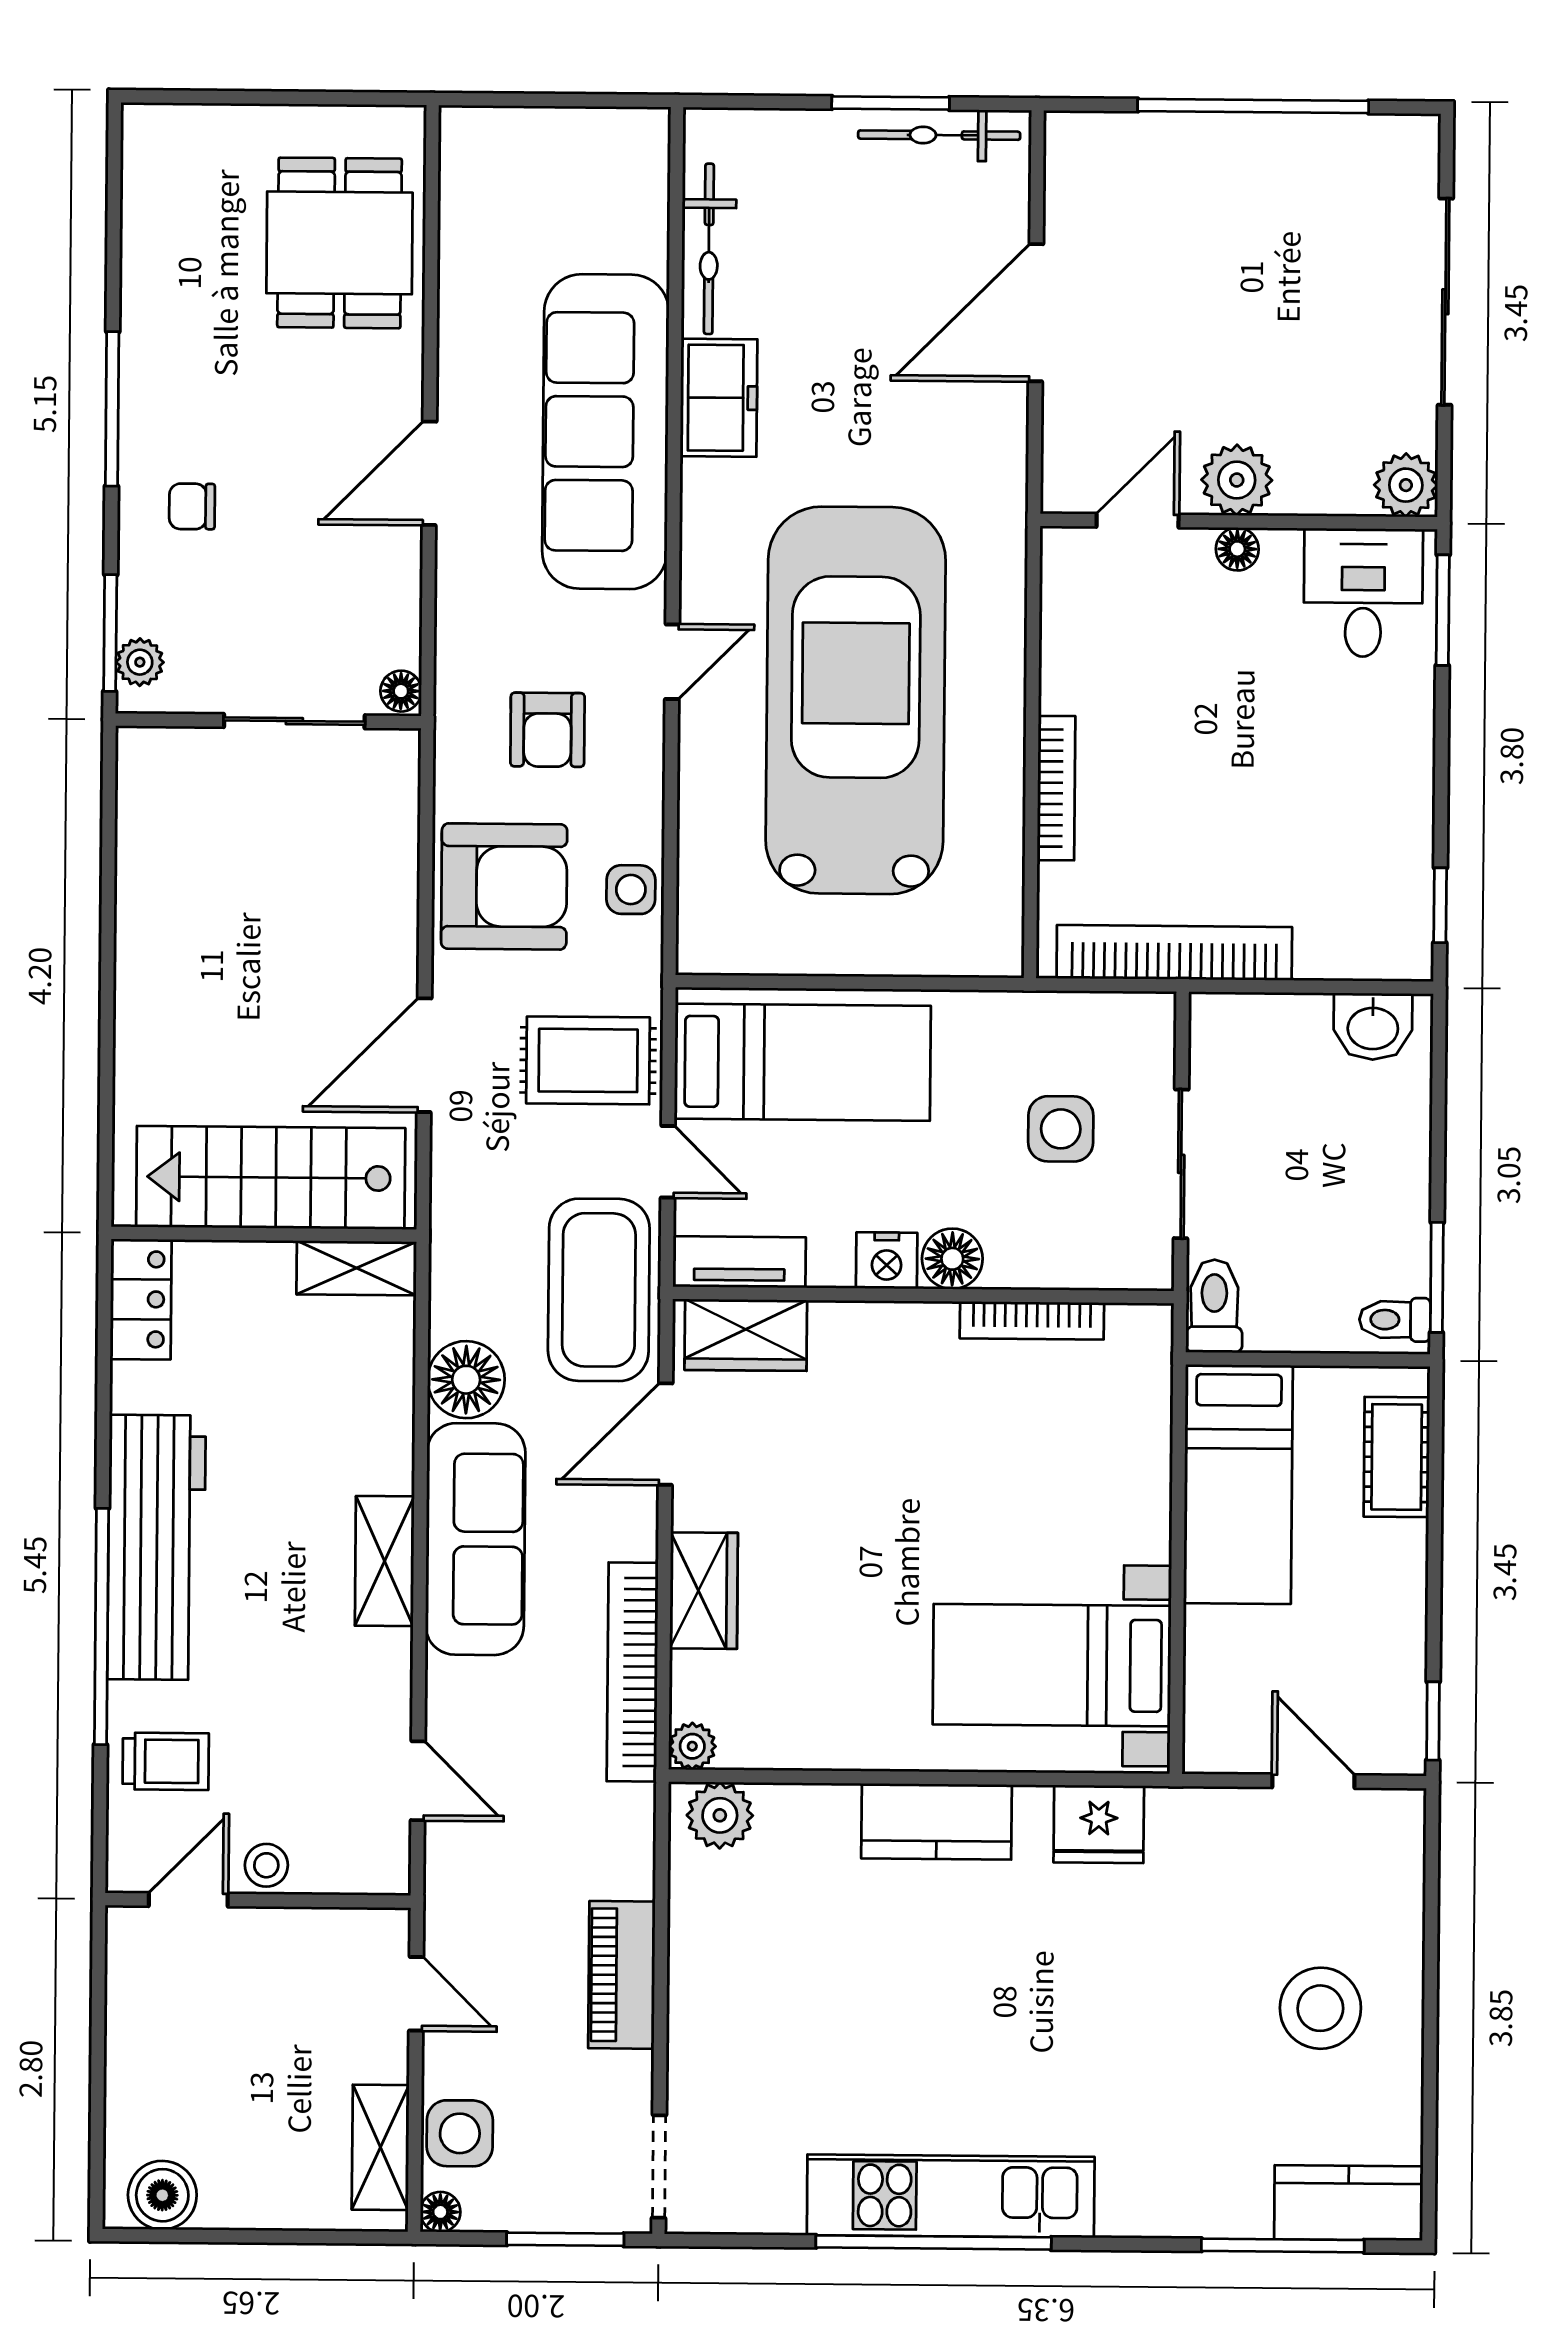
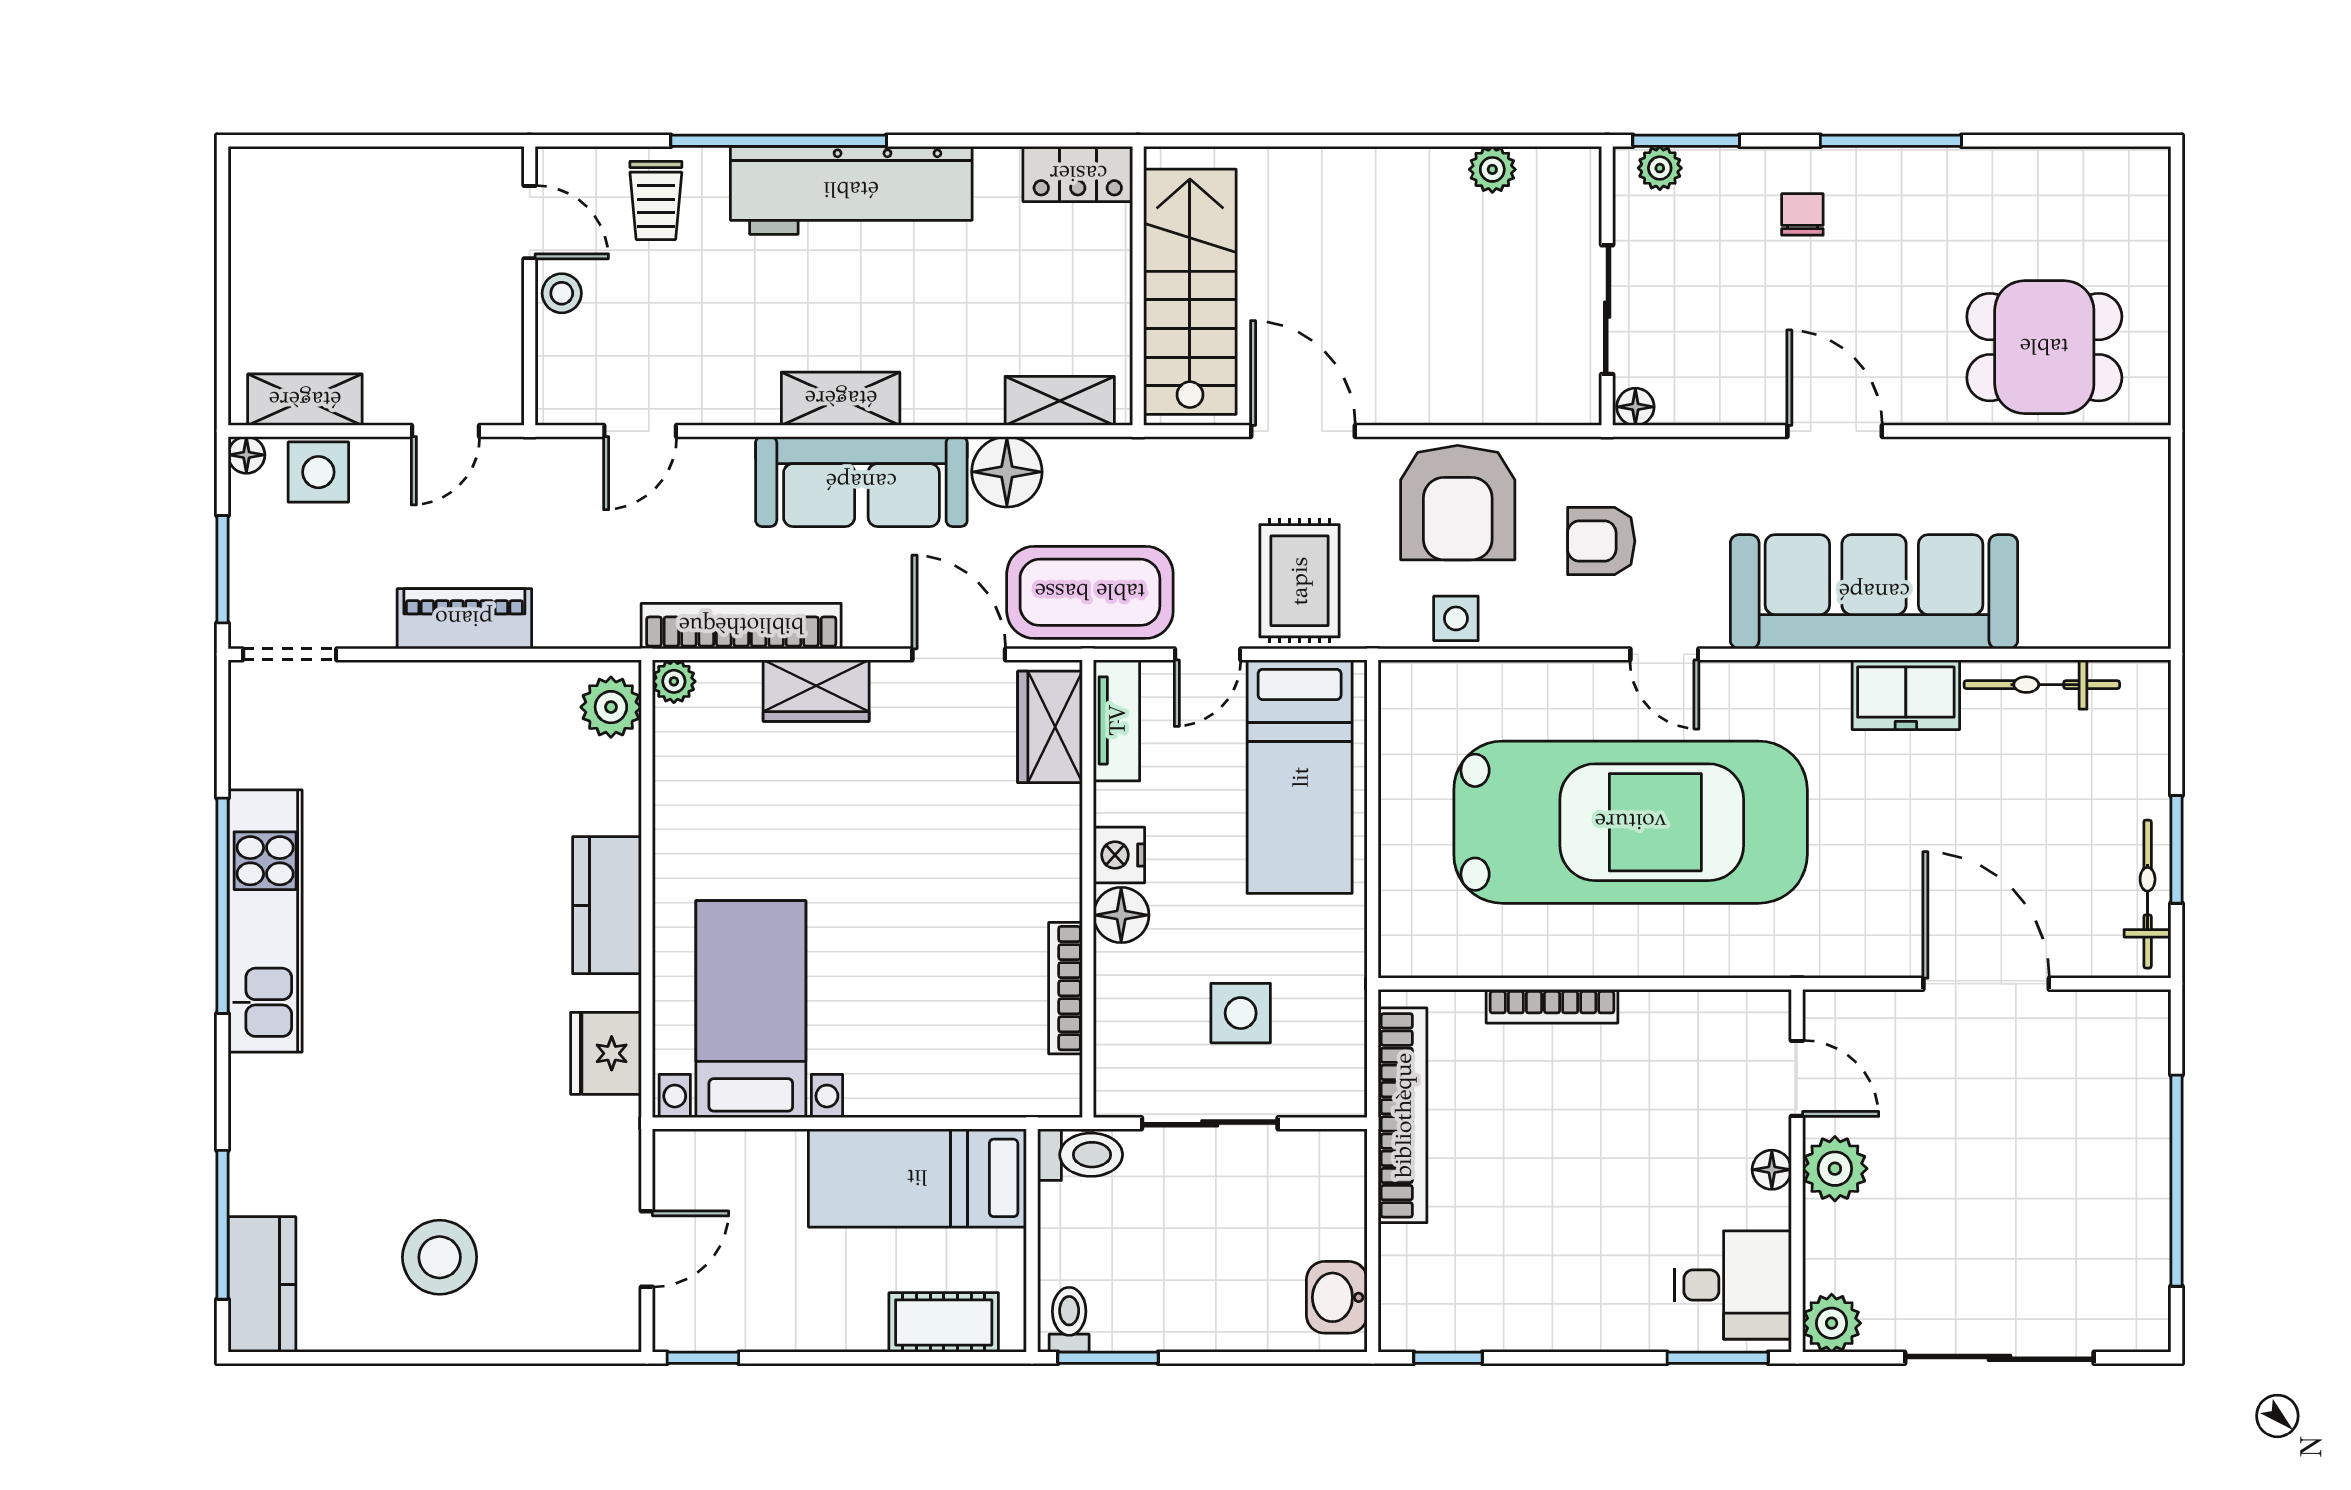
plant: (140, 845) -> (1492, 169), added
shelving: (356, 1268) -> (1060, 401), moved, turned 90
boiler: (162, 2195) -> (260, 201), removed

